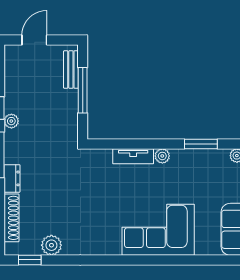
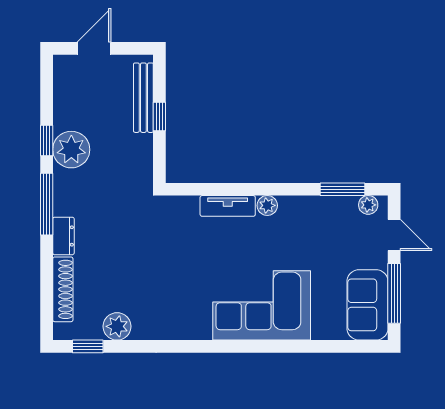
bench: (71, 69) -> (143, 98), width x1.36
window: (83, 90) -> (159, 117), width x0.46
plant: (11, 121) -> (71, 150), width x1.88, depth x1.88
window: (201, 144) -> (343, 189), moved

